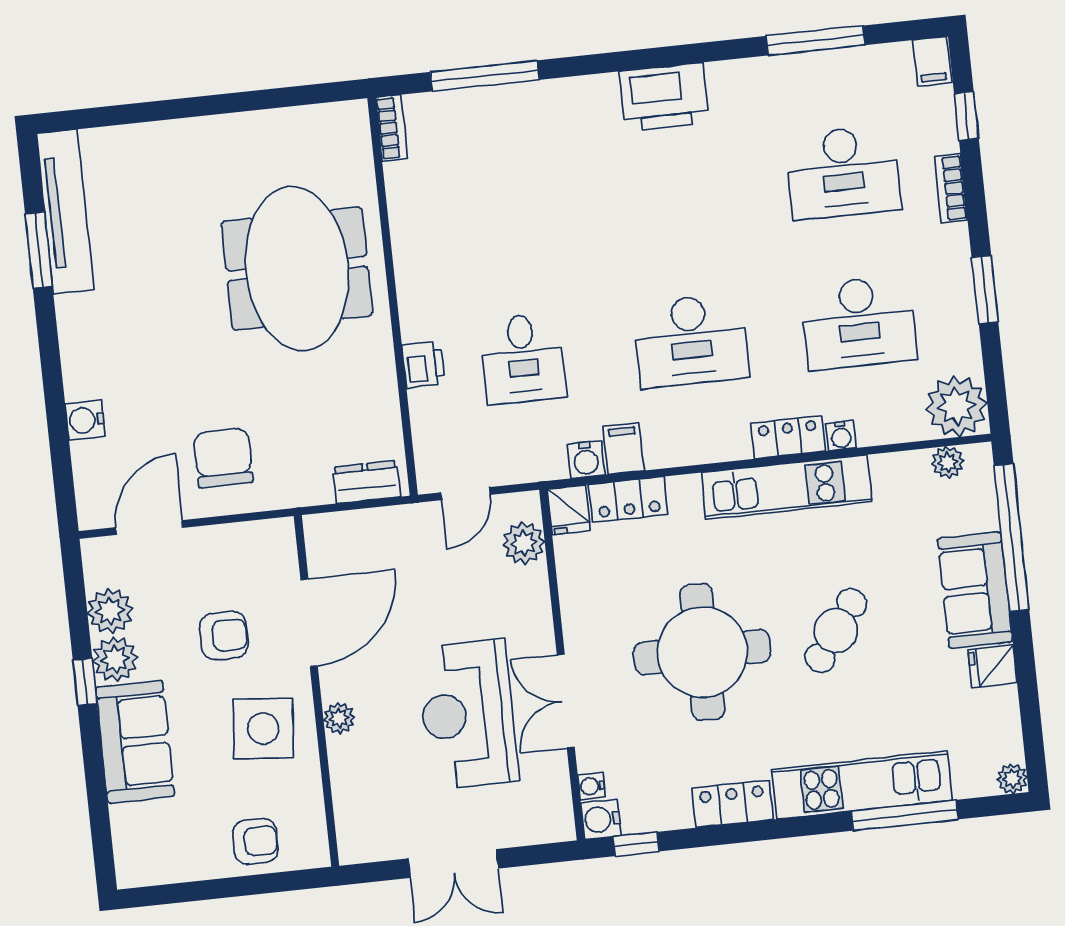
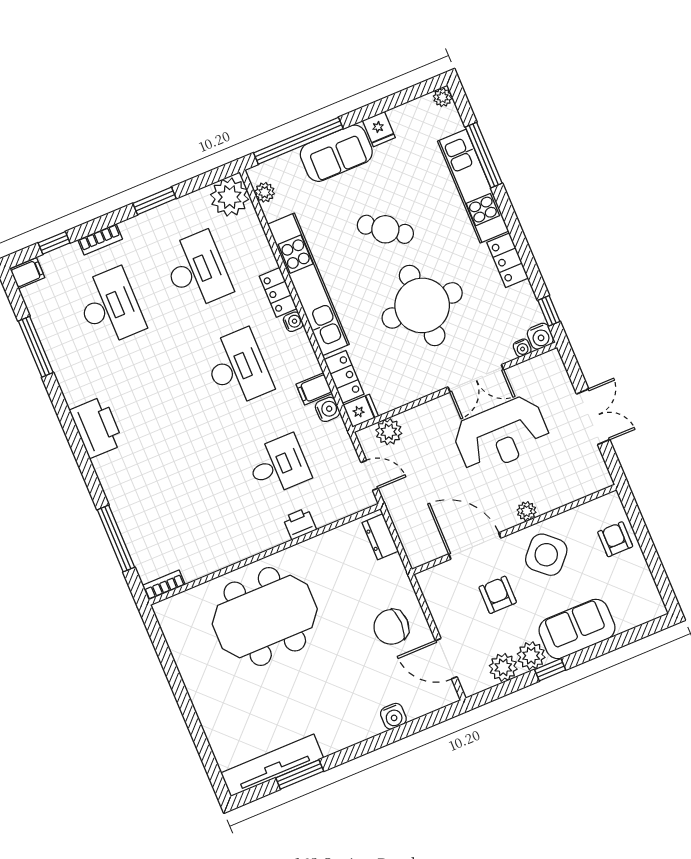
water cooler: (841, 436) -> (293, 322), moved
kitchen unit: (787, 487) -> (308, 284), width x1.36
side table: (263, 729) -> (546, 555), turned 37

